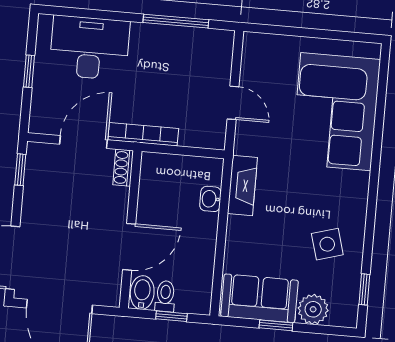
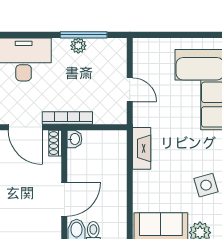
plant: (167, 35) -> (78, 46), added
door: (84, 142) -> (25, 127), swing flipped
washbasin: (210, 199) -> (74, 139), moved, turned 180

